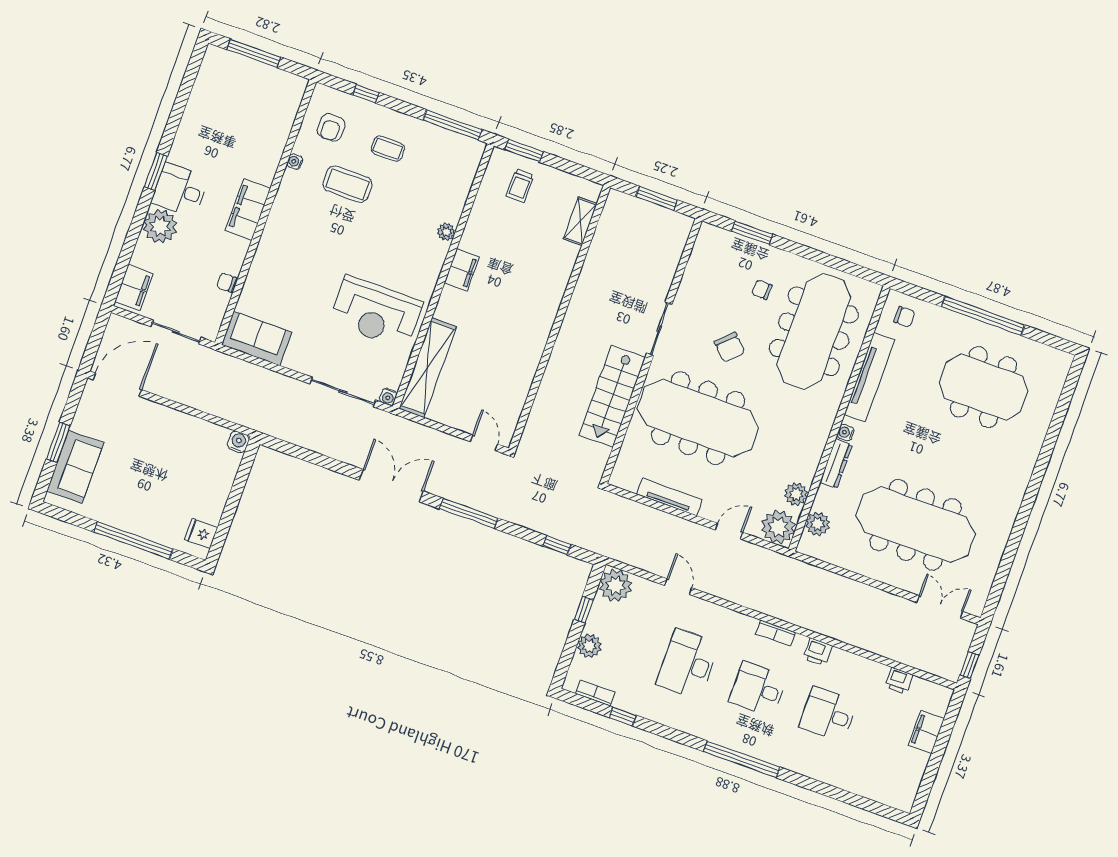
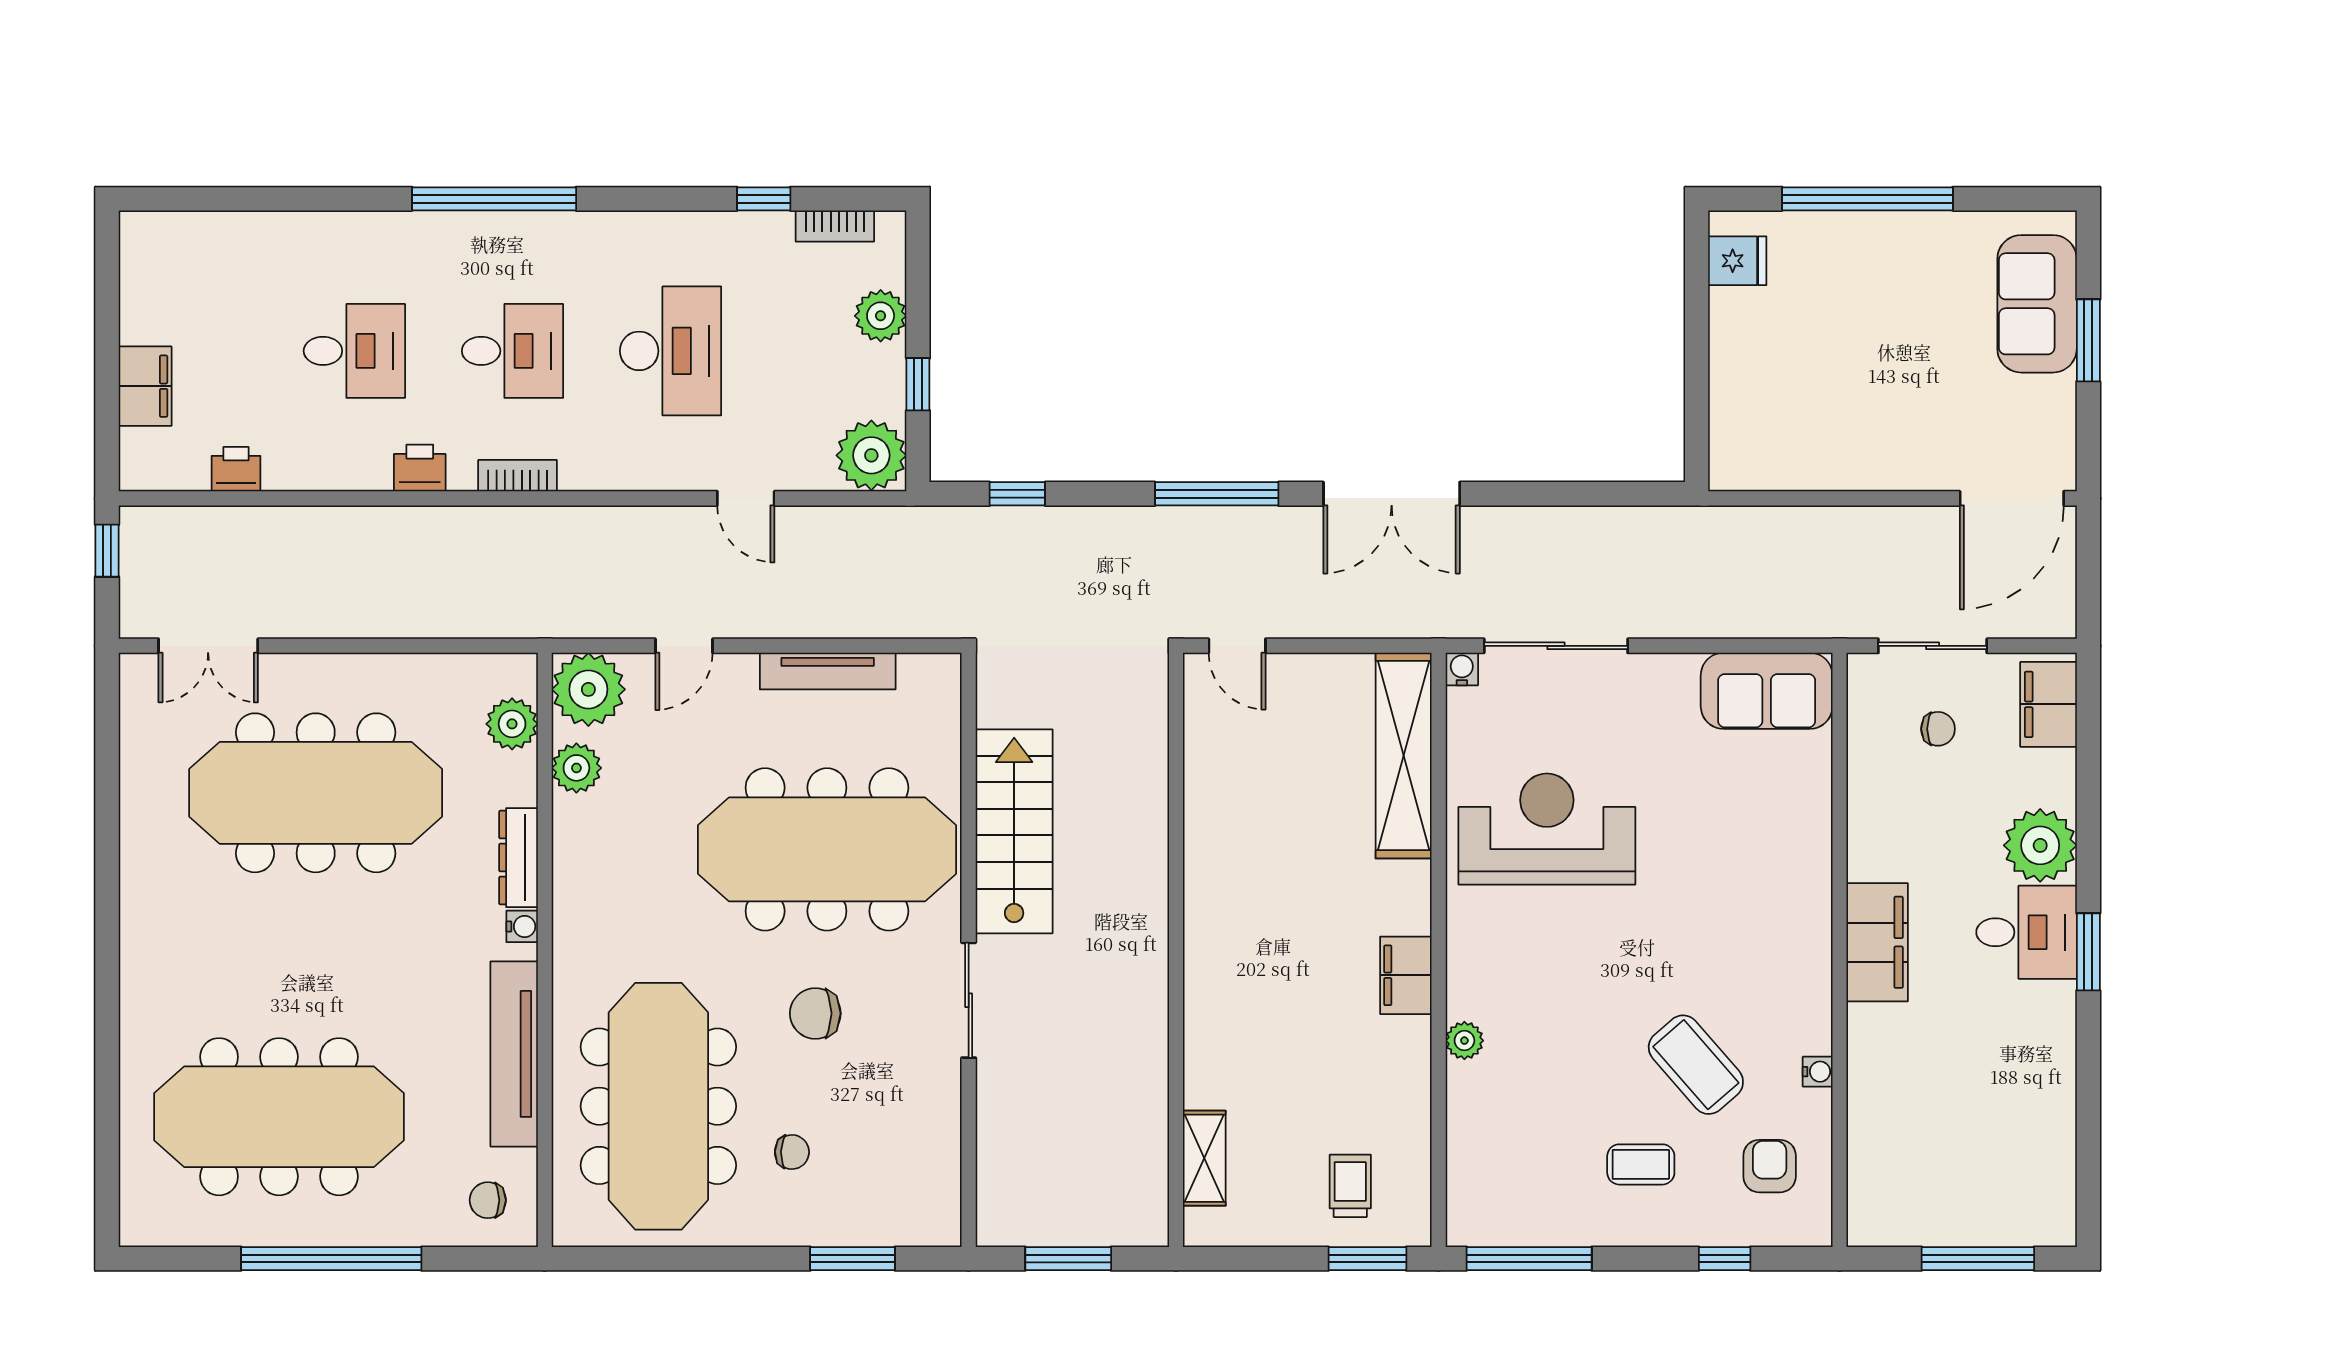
coffee table: (348, 184) -> (1696, 1065), turned 49
chair: (226, 282) -> (1938, 729), moved
chair: (729, 347) -> (815, 1013), turned -46
meeting table: (983, 387) -> (279, 1117), width x1.36
water cooler: (238, 442) -> (1729, 471), removed

